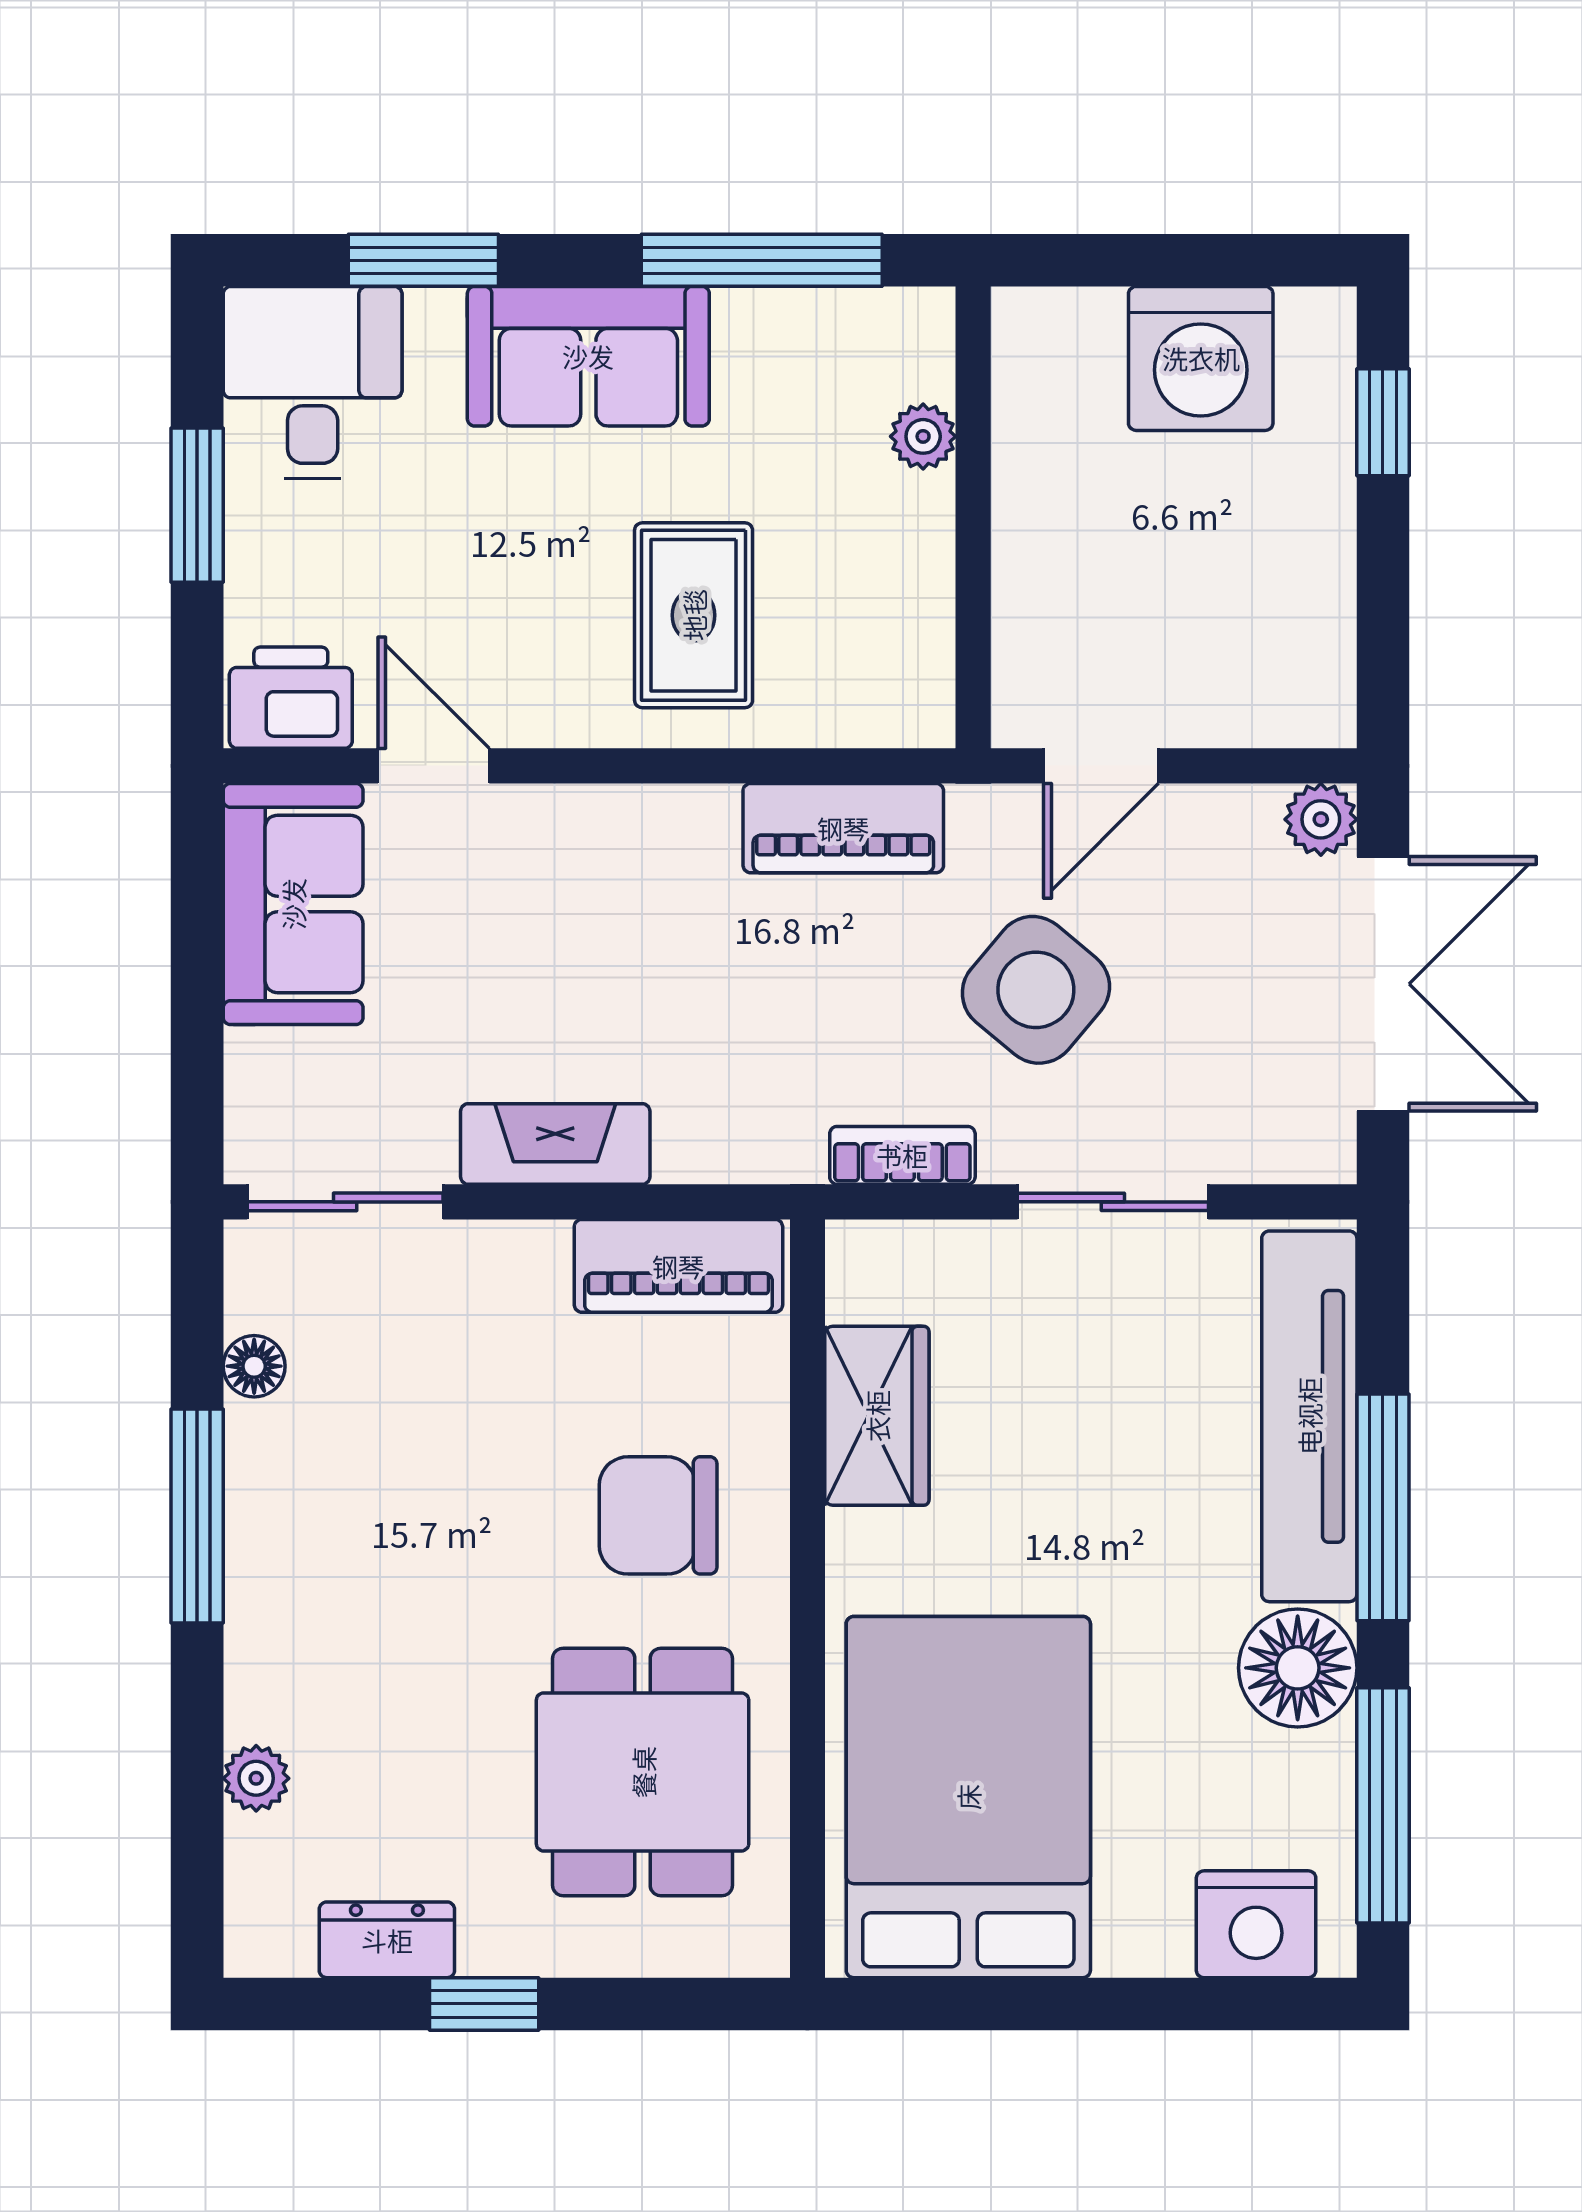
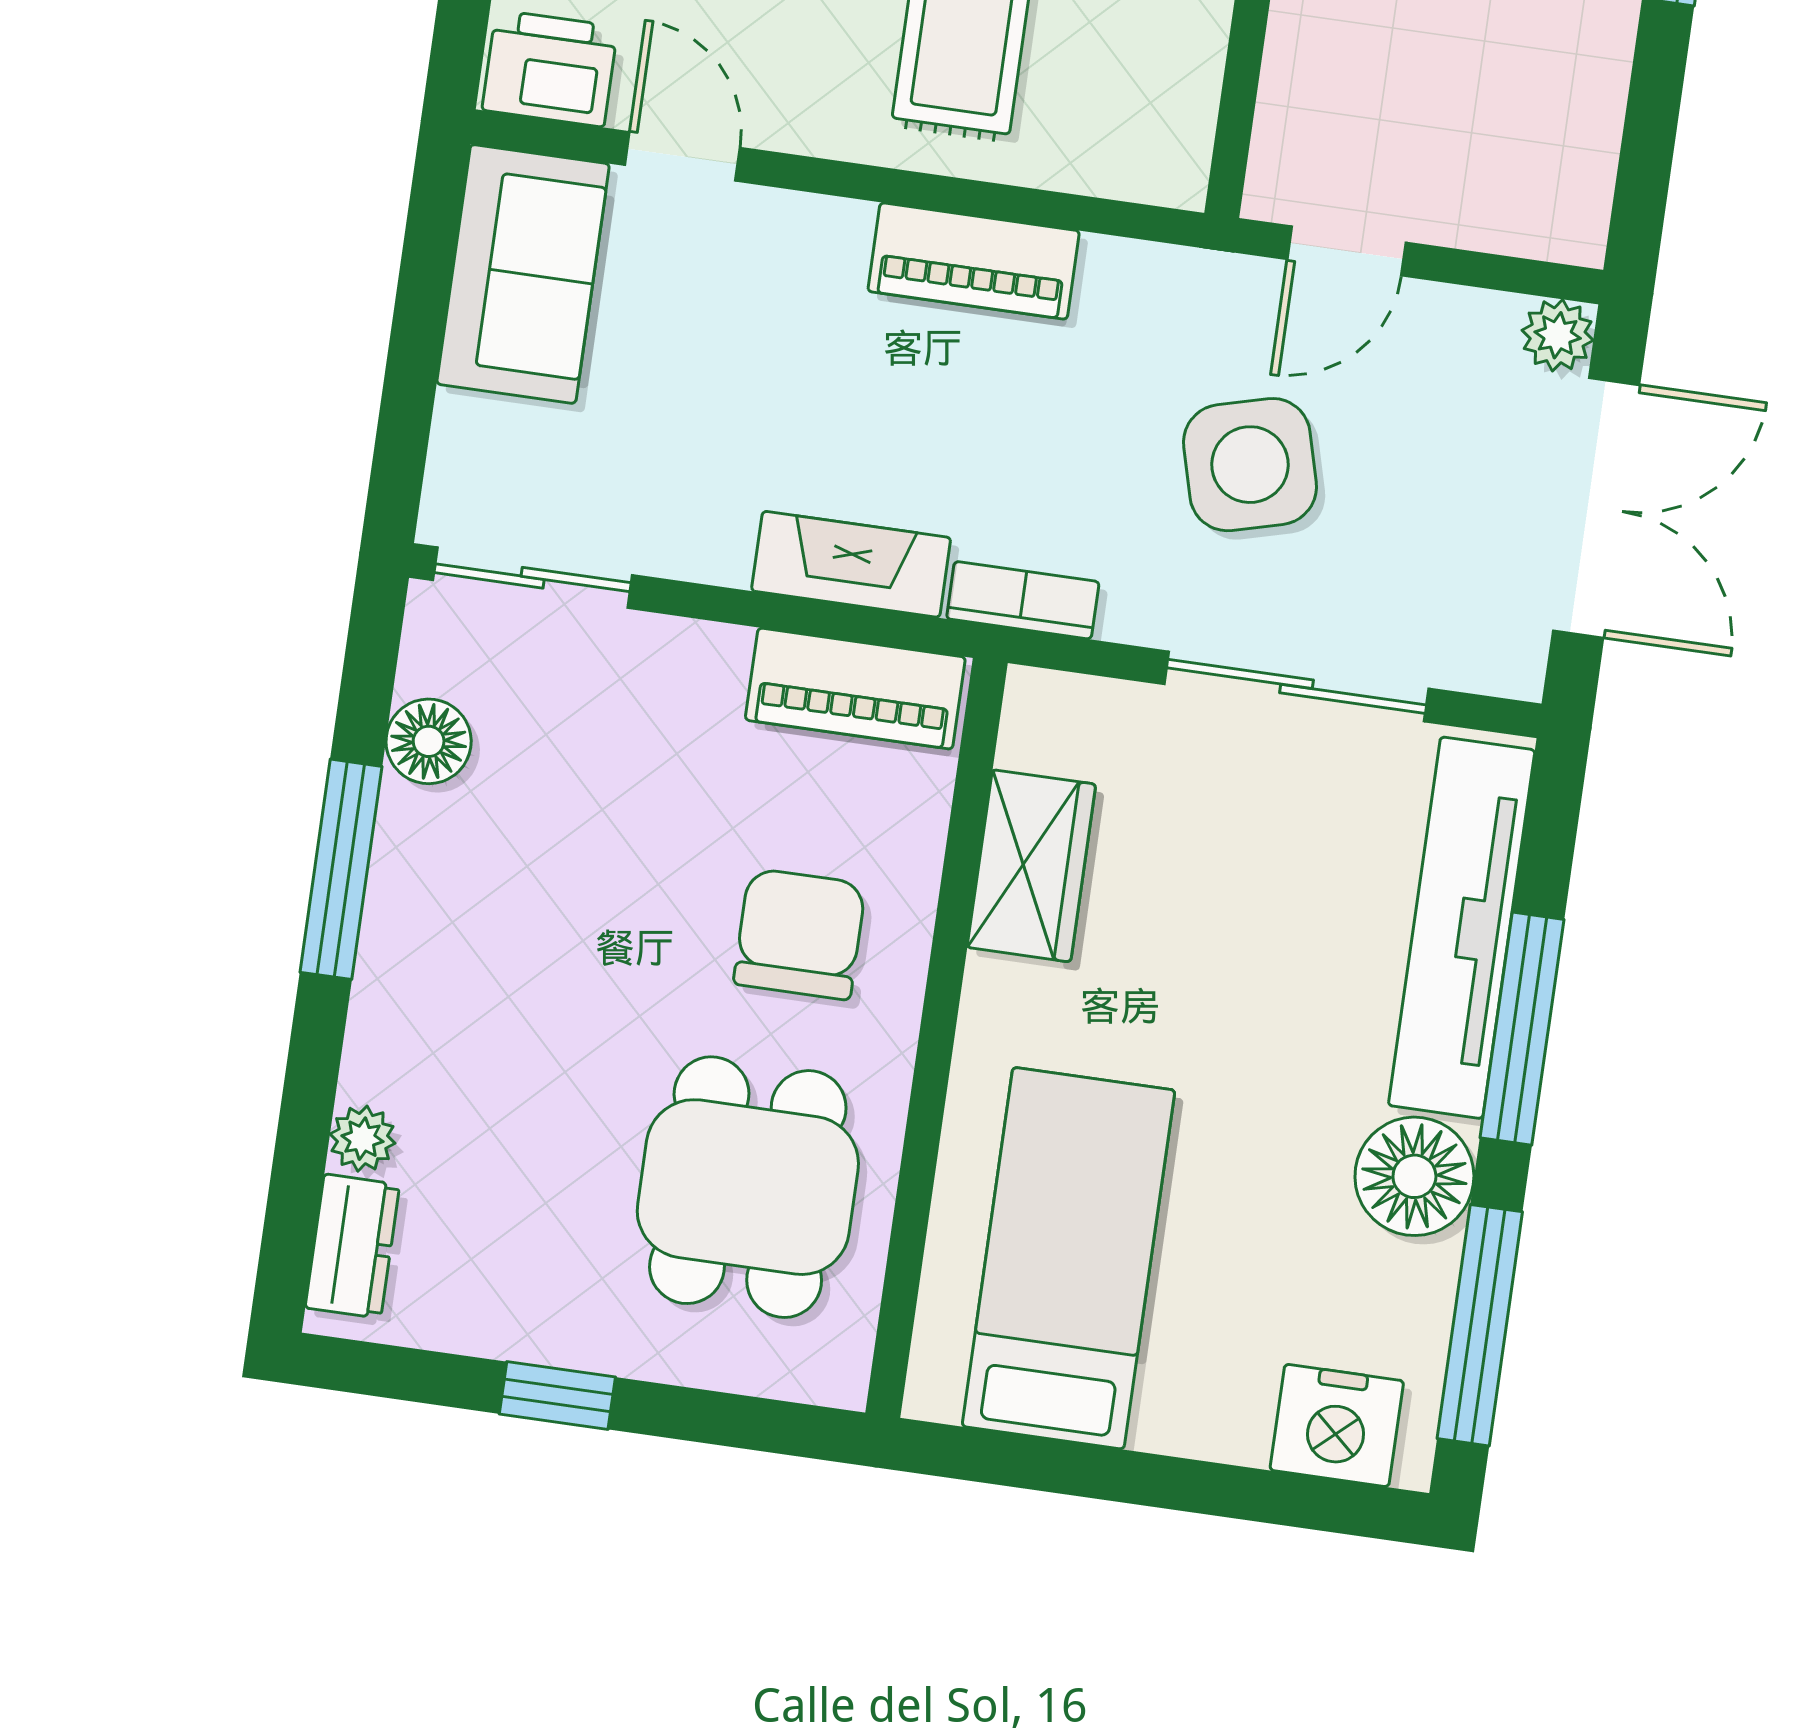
piano: (843, 828) -> (974, 261), moved
side table: (1036, 990) -> (1250, 465), turned 35
fireplace: (555, 1144) -> (851, 564), moved
bookcase: (902, 1155) -> (1023, 600), moved
sliding door: (1113, 1202) -> (1297, 686), width x1.37
floor lamp: (254, 1366) -> (429, 741), width x1.37, depth x1.37
chair: (658, 1515) -> (800, 934), turned 90
bed: (968, 1797) -> (1068, 1258), width x0.67
dresser: (387, 1940) -> (352, 1246), moved, turned 90

